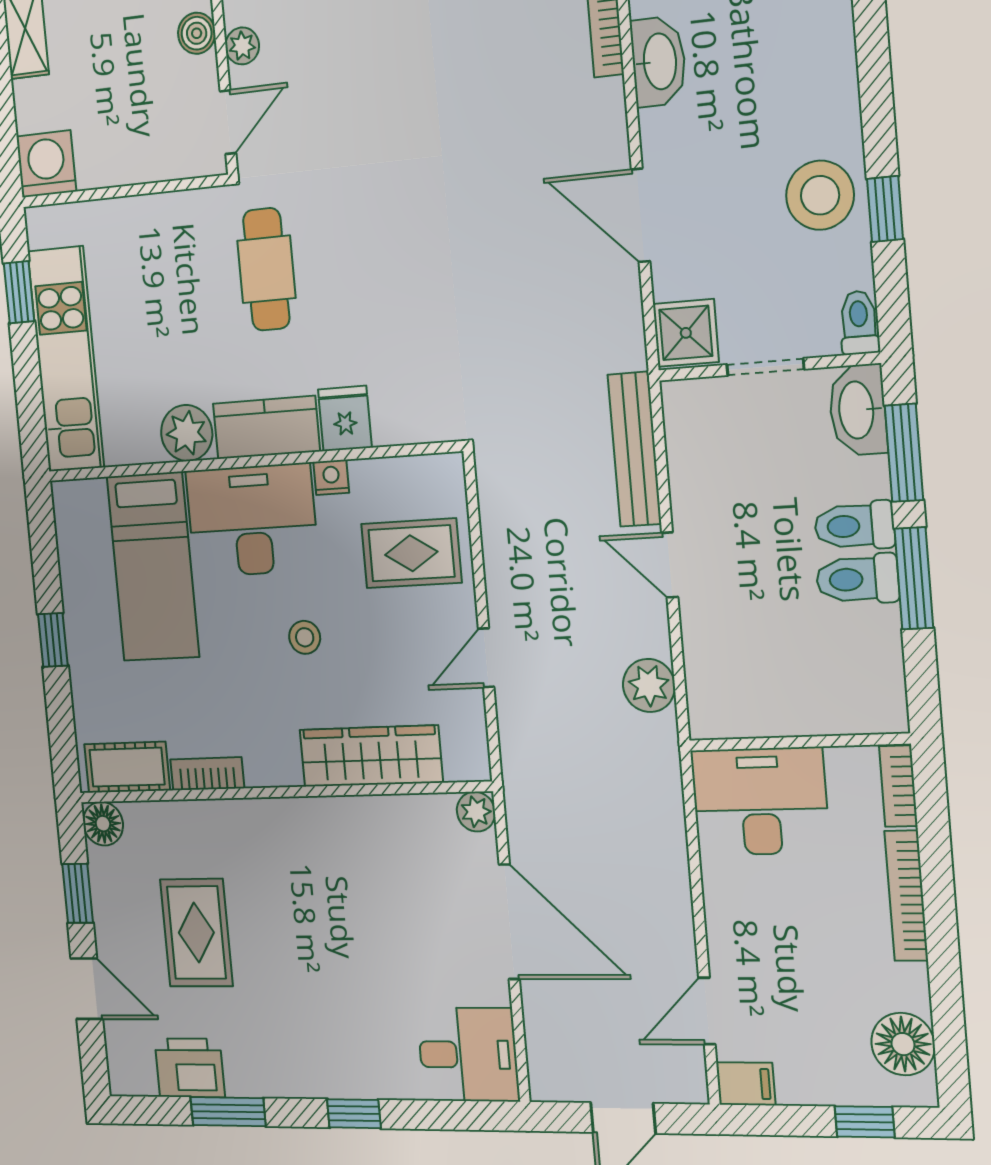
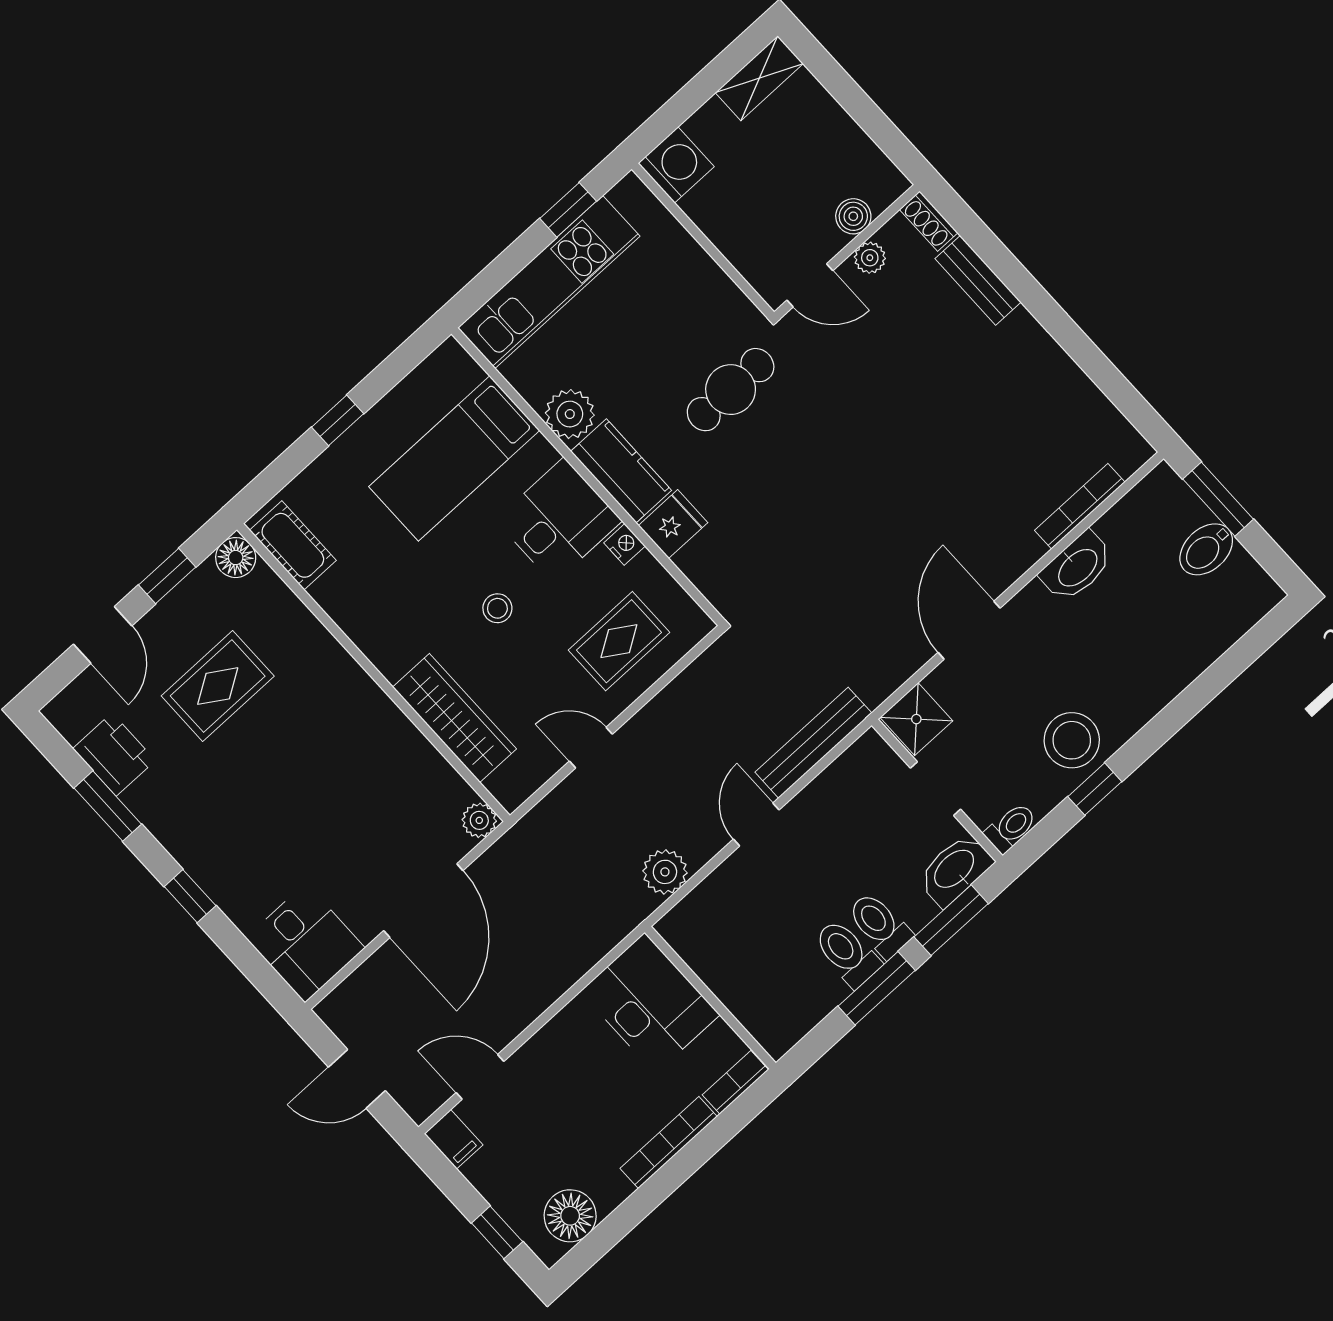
desk: (252, 520) -> (559, 521), width x0.73
rug: (411, 553) -> (619, 641), turned 90
bookcase: (207, 774) -> (340, 609), removed

